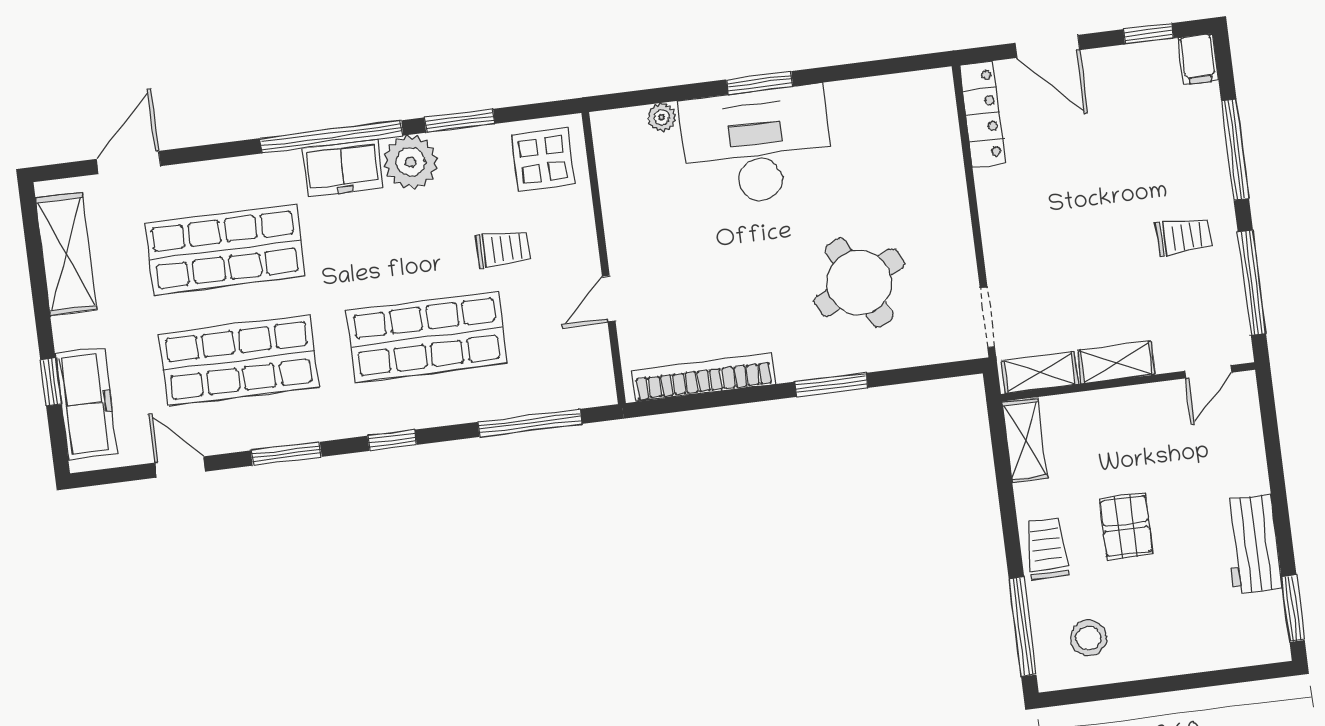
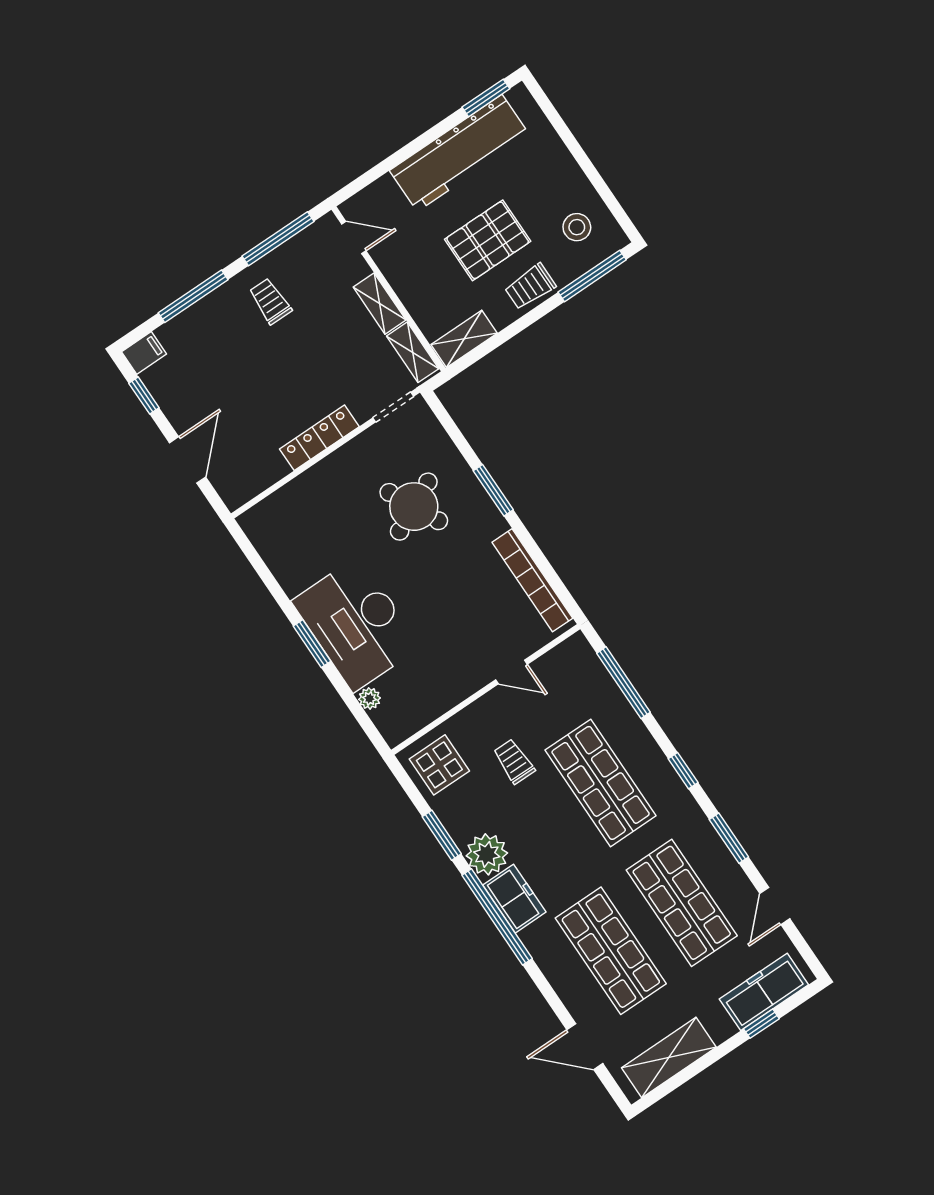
locker: (983, 114) -> (319, 438), moved
pallet: (1126, 526) -> (488, 240), width x1.50, depth x1.42
workbench: (1252, 544) -> (460, 153), width x1.87, depth x1.32

